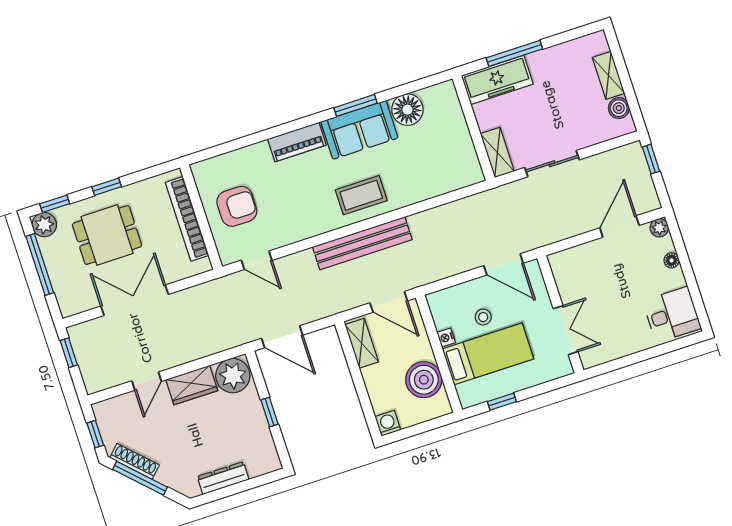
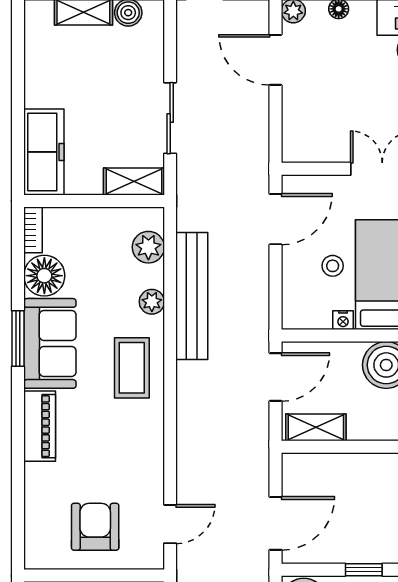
window: (514, 53) -> (18, 120), removed
bookcase: (438, 91) -> (33, 230), added
plant: (453, 179) -> (148, 247), added
plant: (414, 194) -> (152, 302), added
bench: (362, 243) -> (192, 296), moved

